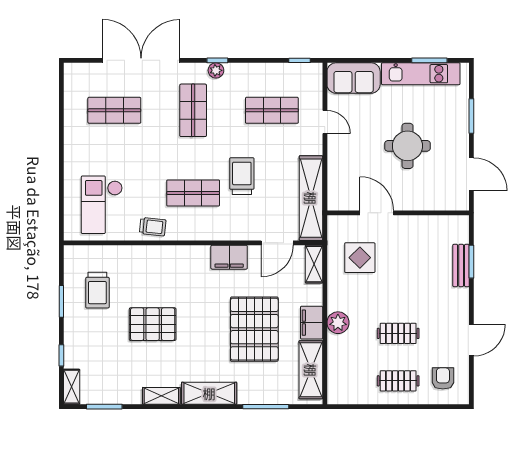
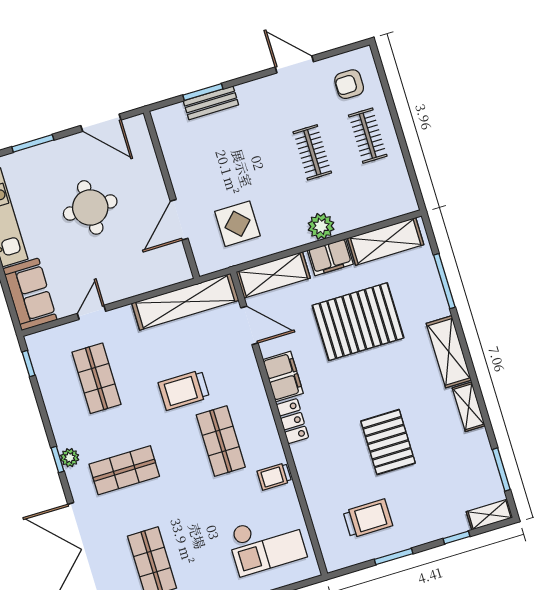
door: (471, 174) -> (101, 123), swing flipped
trolley: (153, 227) -> (274, 476), turned -96
locker: (192, 254) -> (293, 421), added
shelving: (314, 264) -> (273, 275), width x1.50, depth x1.33

